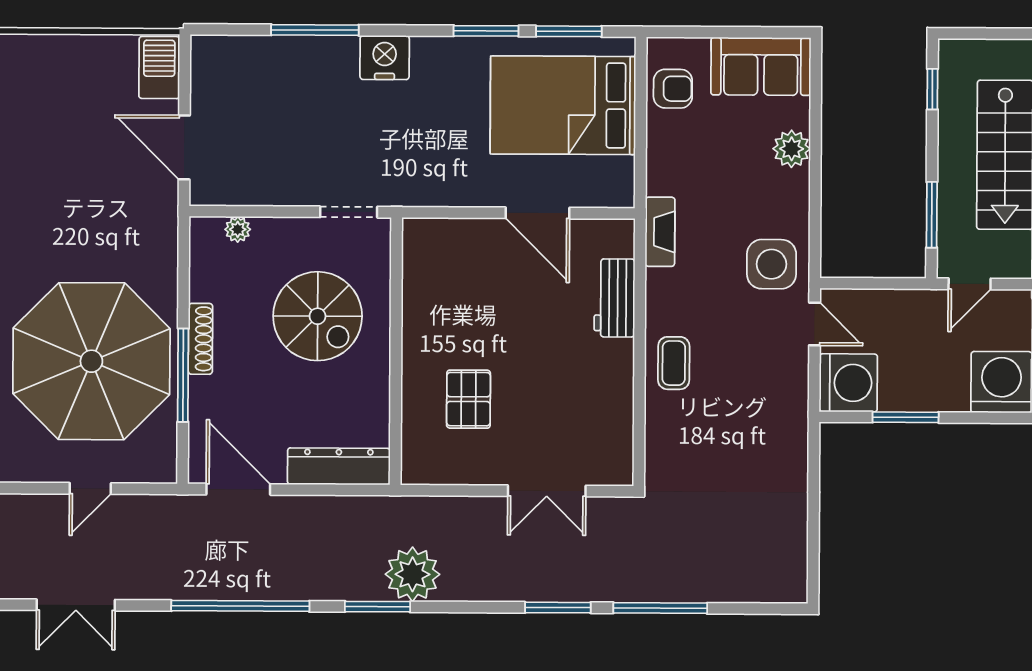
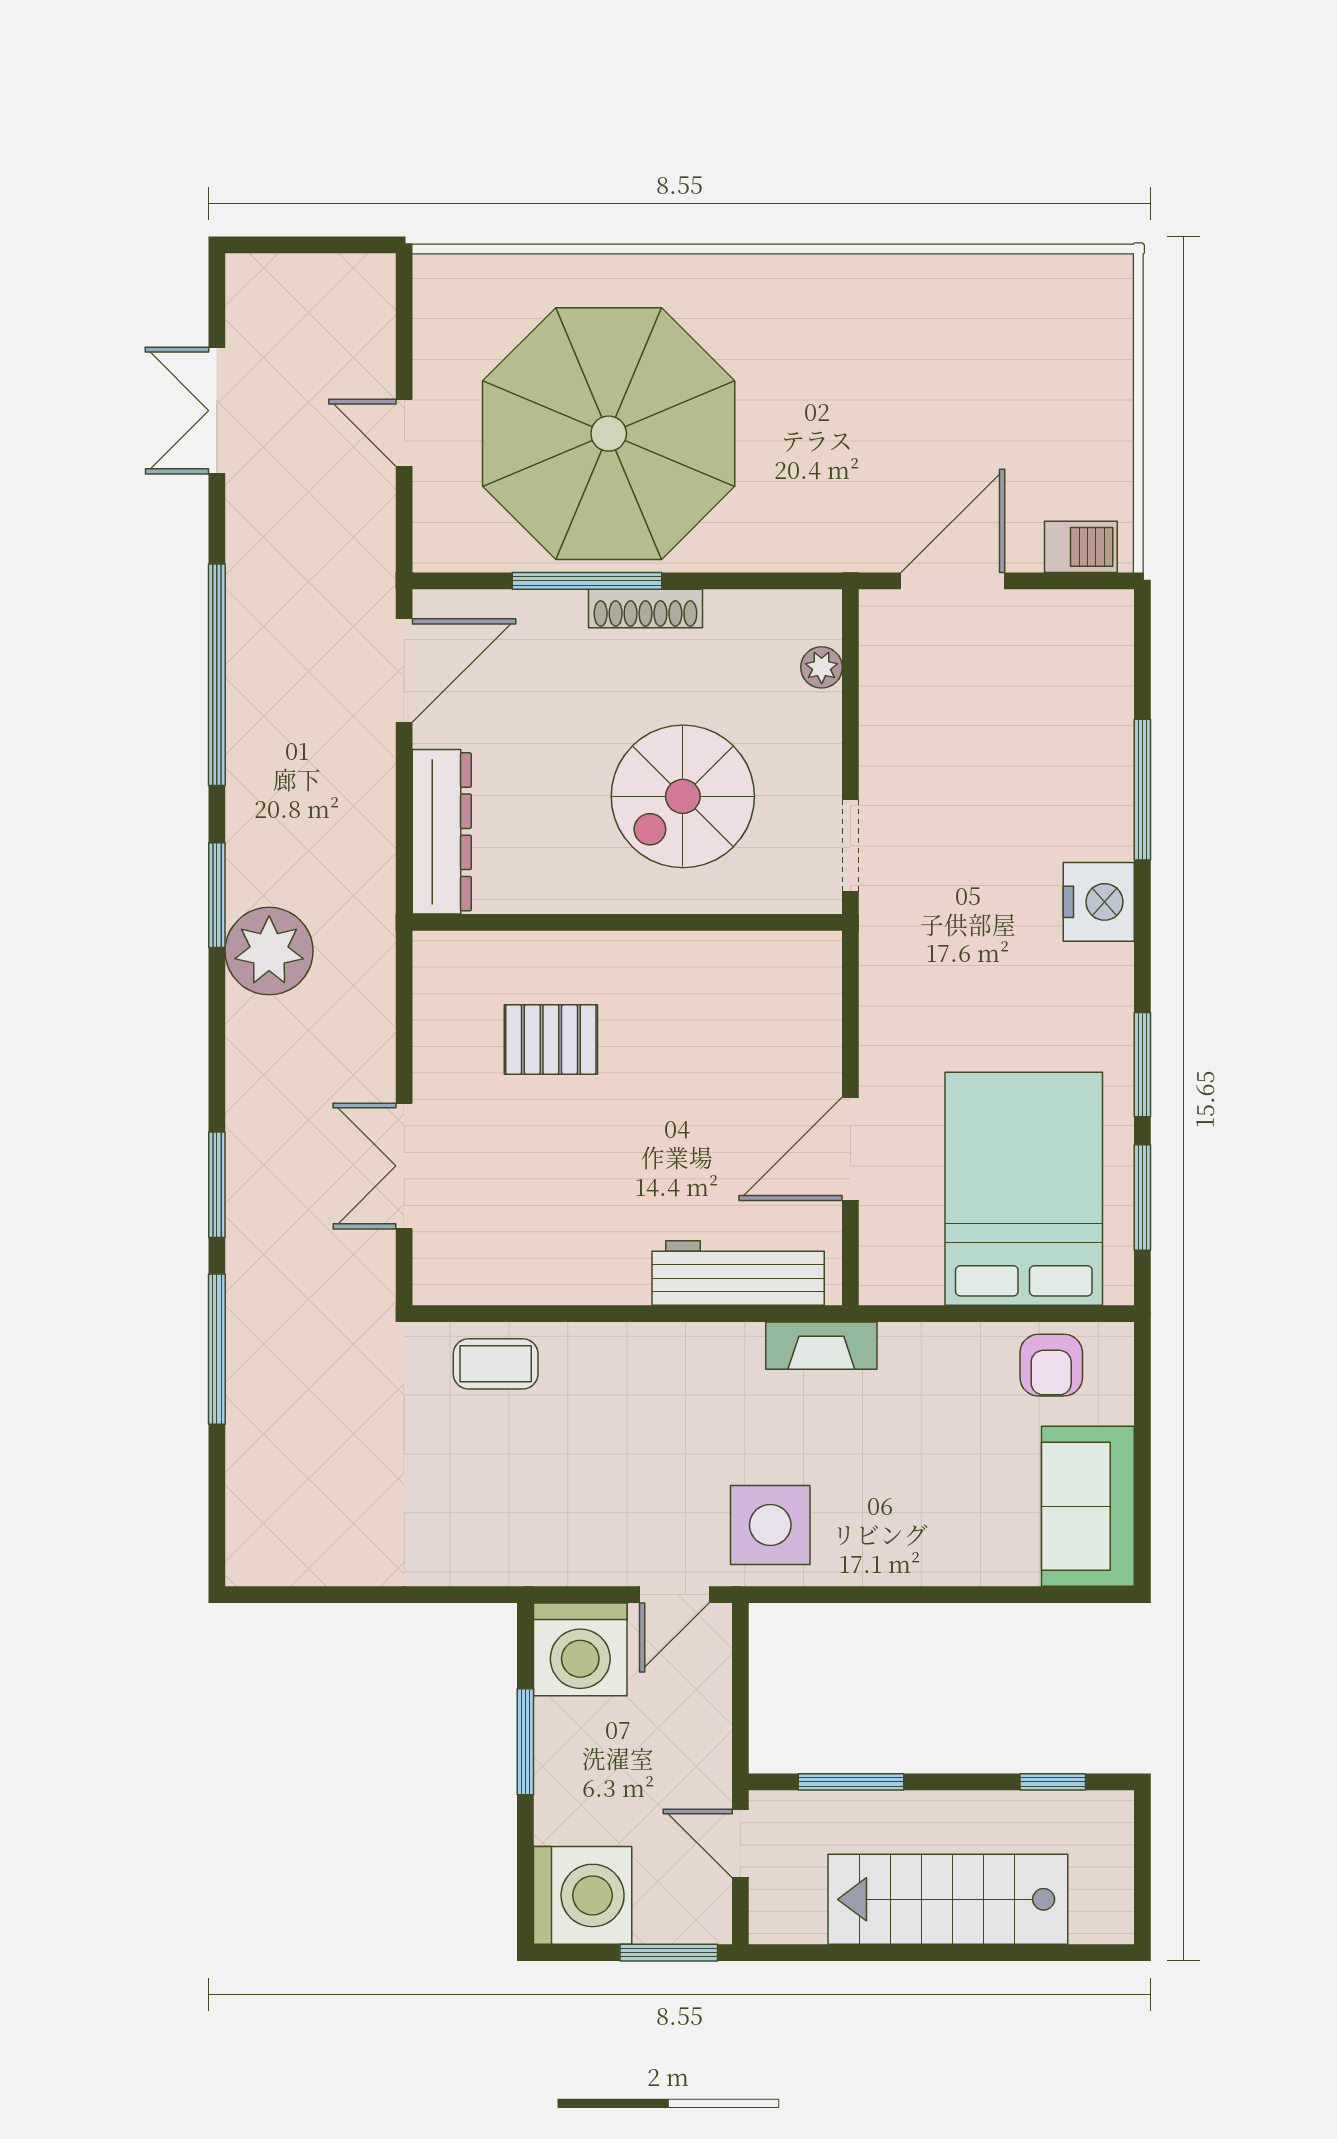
barbecue: (159, 68) -> (1081, 547), width x0.73, depth x0.79
plant: (792, 149) -> (956, 1556), removed
workbench: (614, 298) -> (738, 1273), width x1.38
coffee table: (674, 363) -> (496, 1364), moved

